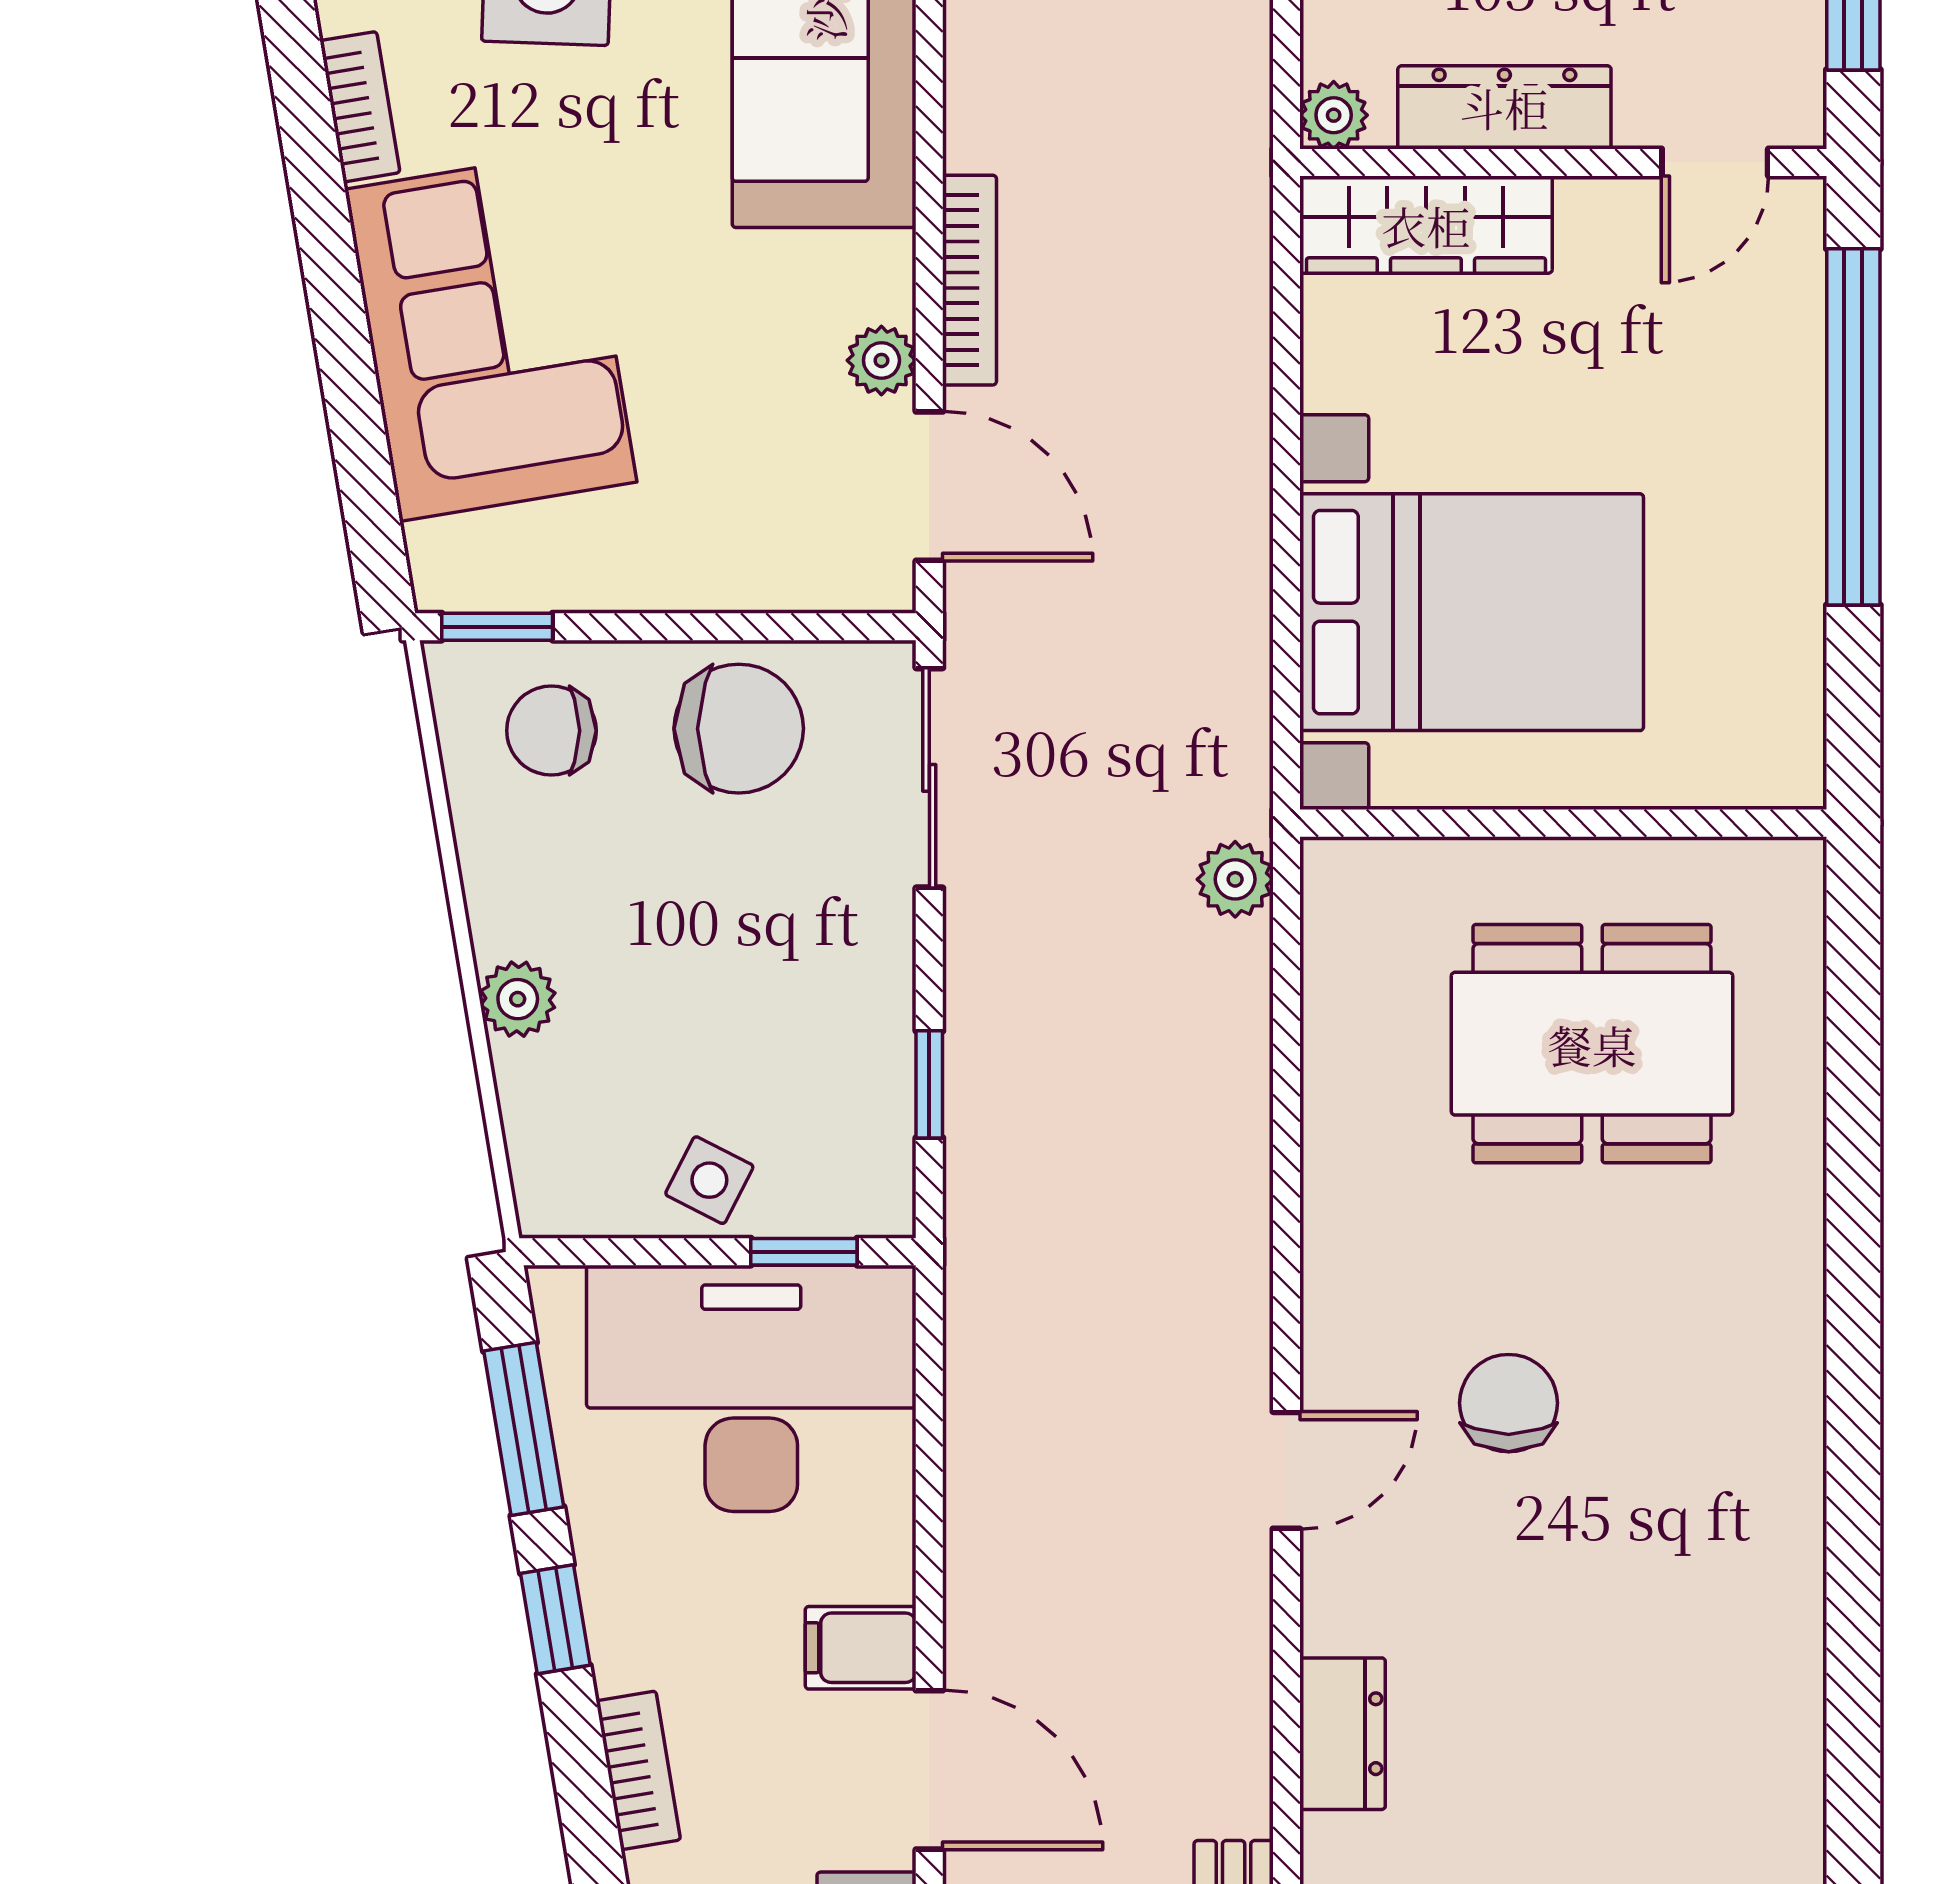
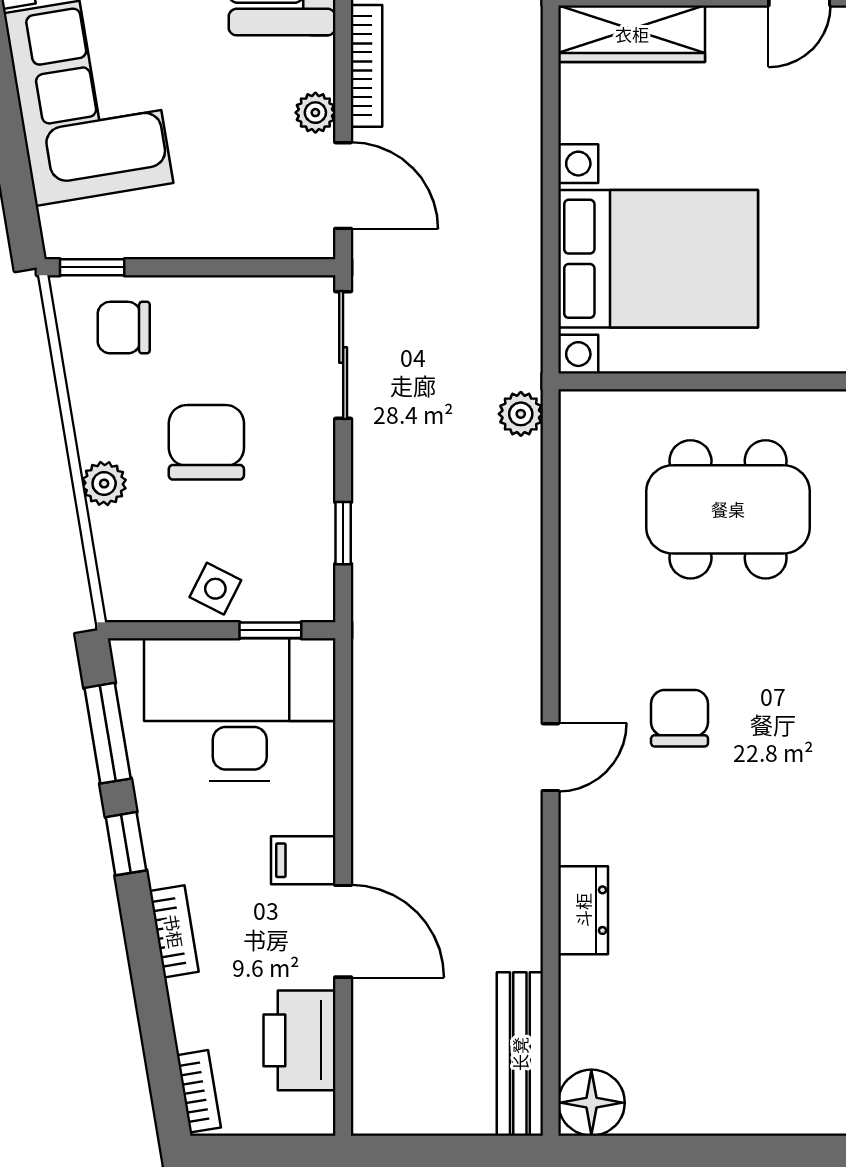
chair: (739, 729) -> (206, 442), moved, turned -90

